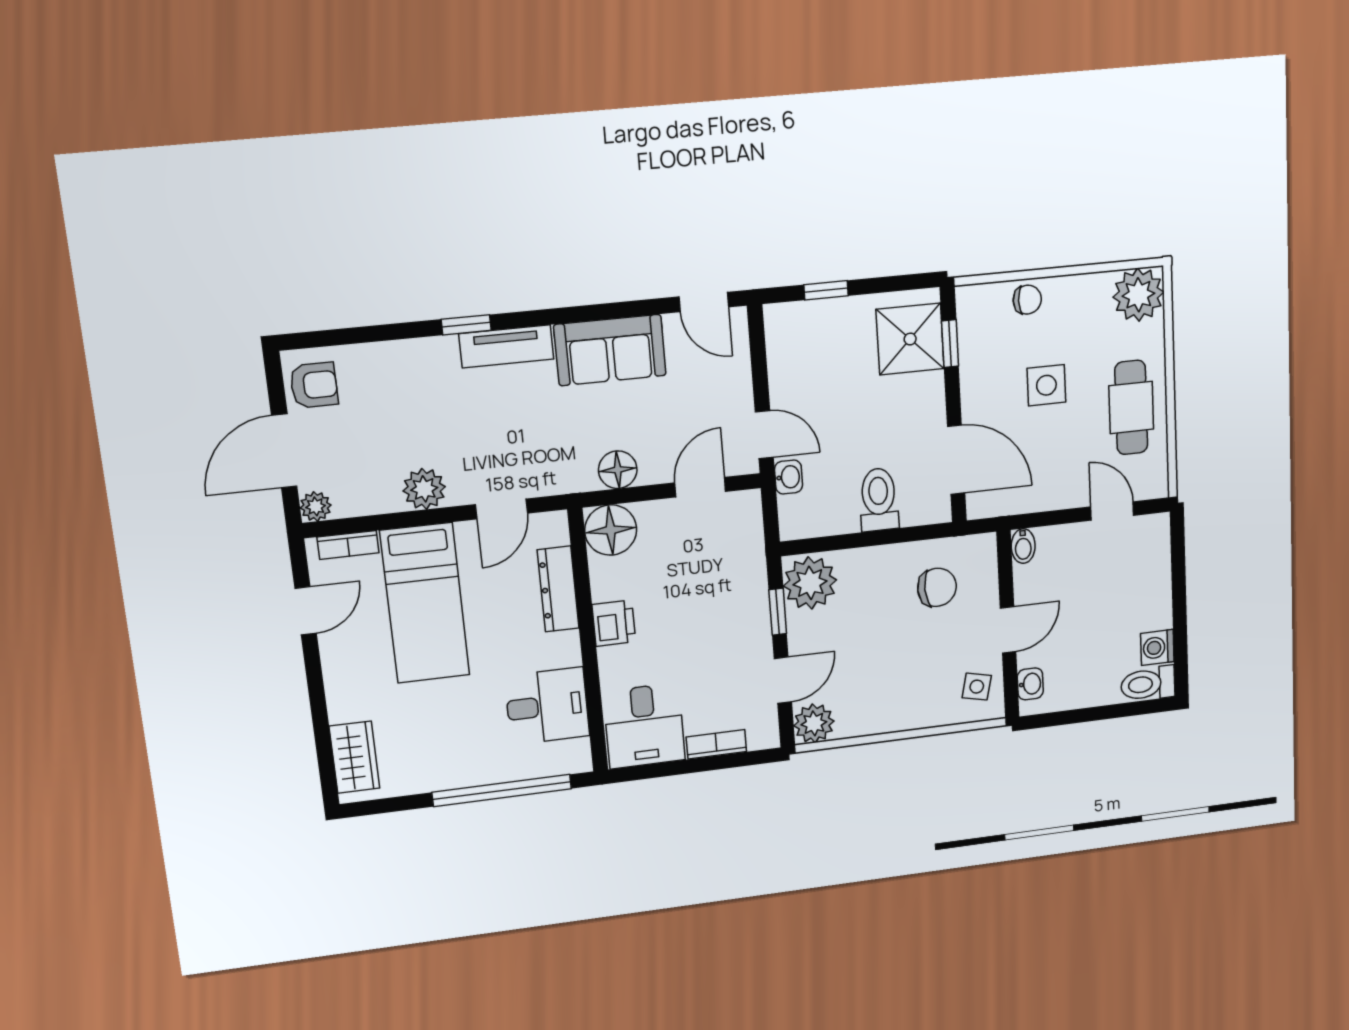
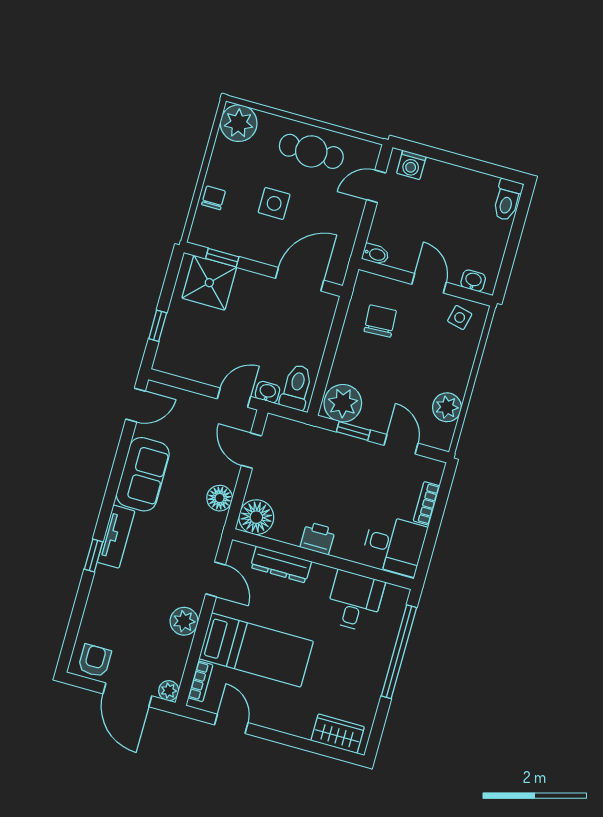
toilet: (879, 500) -> (296, 387), moved, turned 90
washing machine: (1157, 647) -> (411, 165), moved
plant: (814, 723) -> (447, 407), moved

